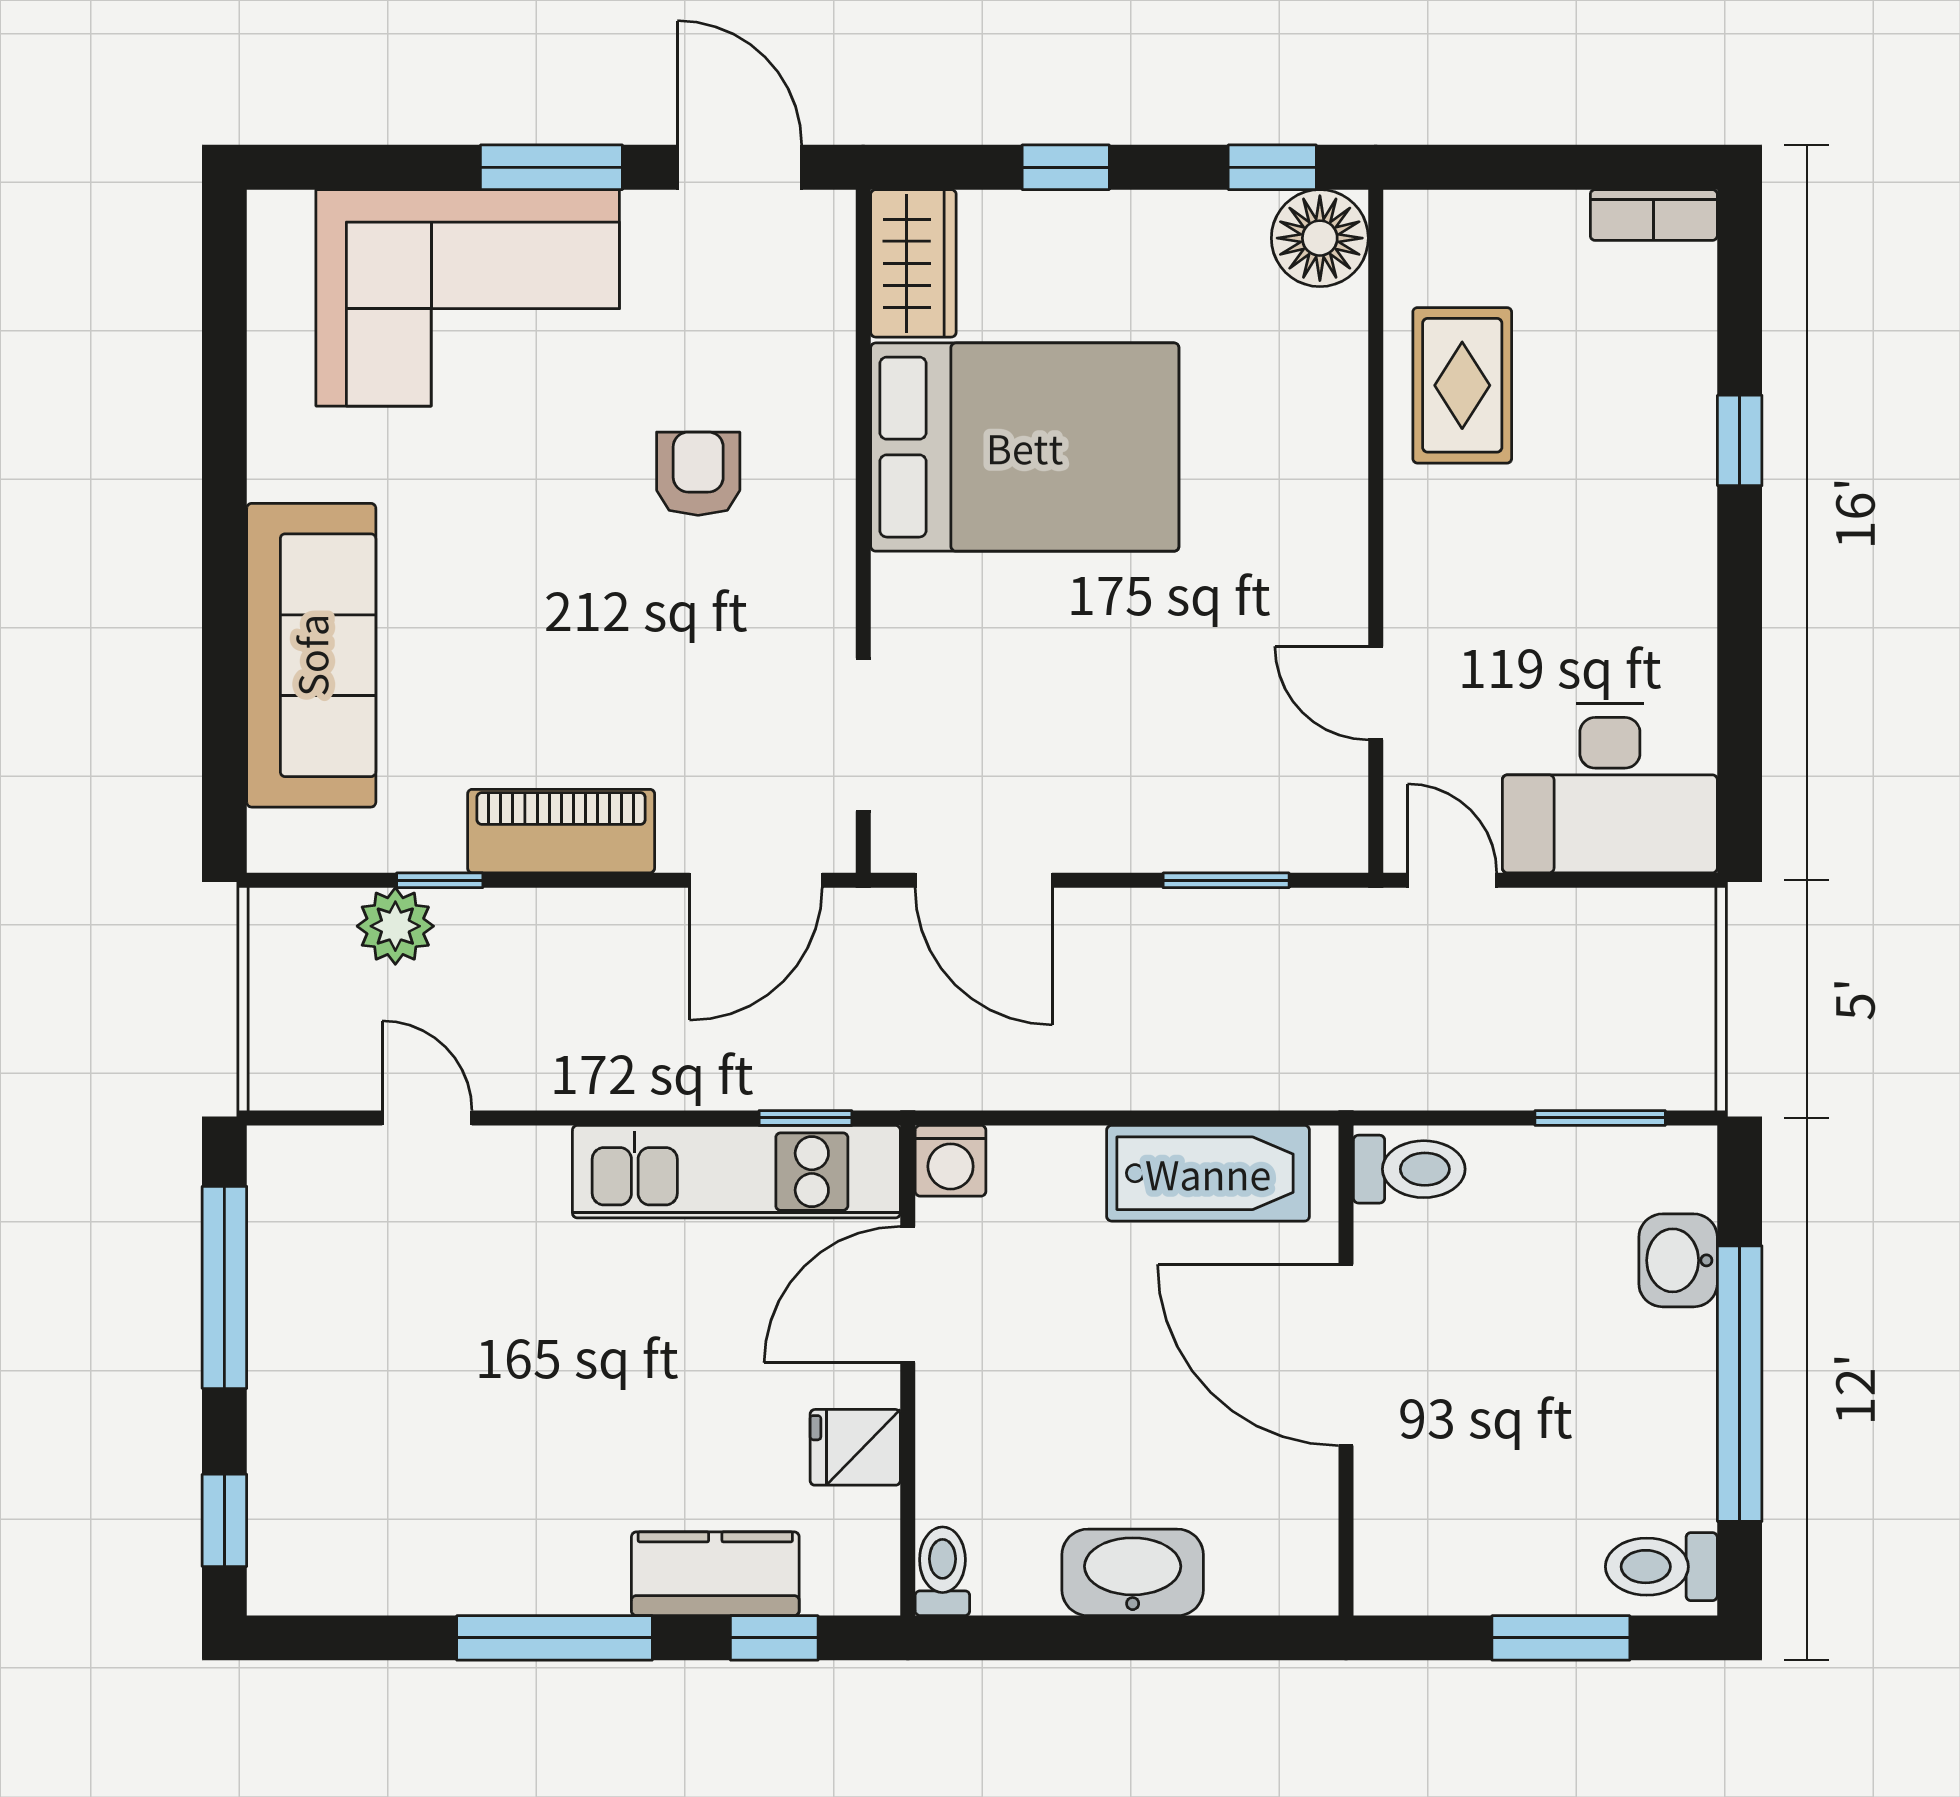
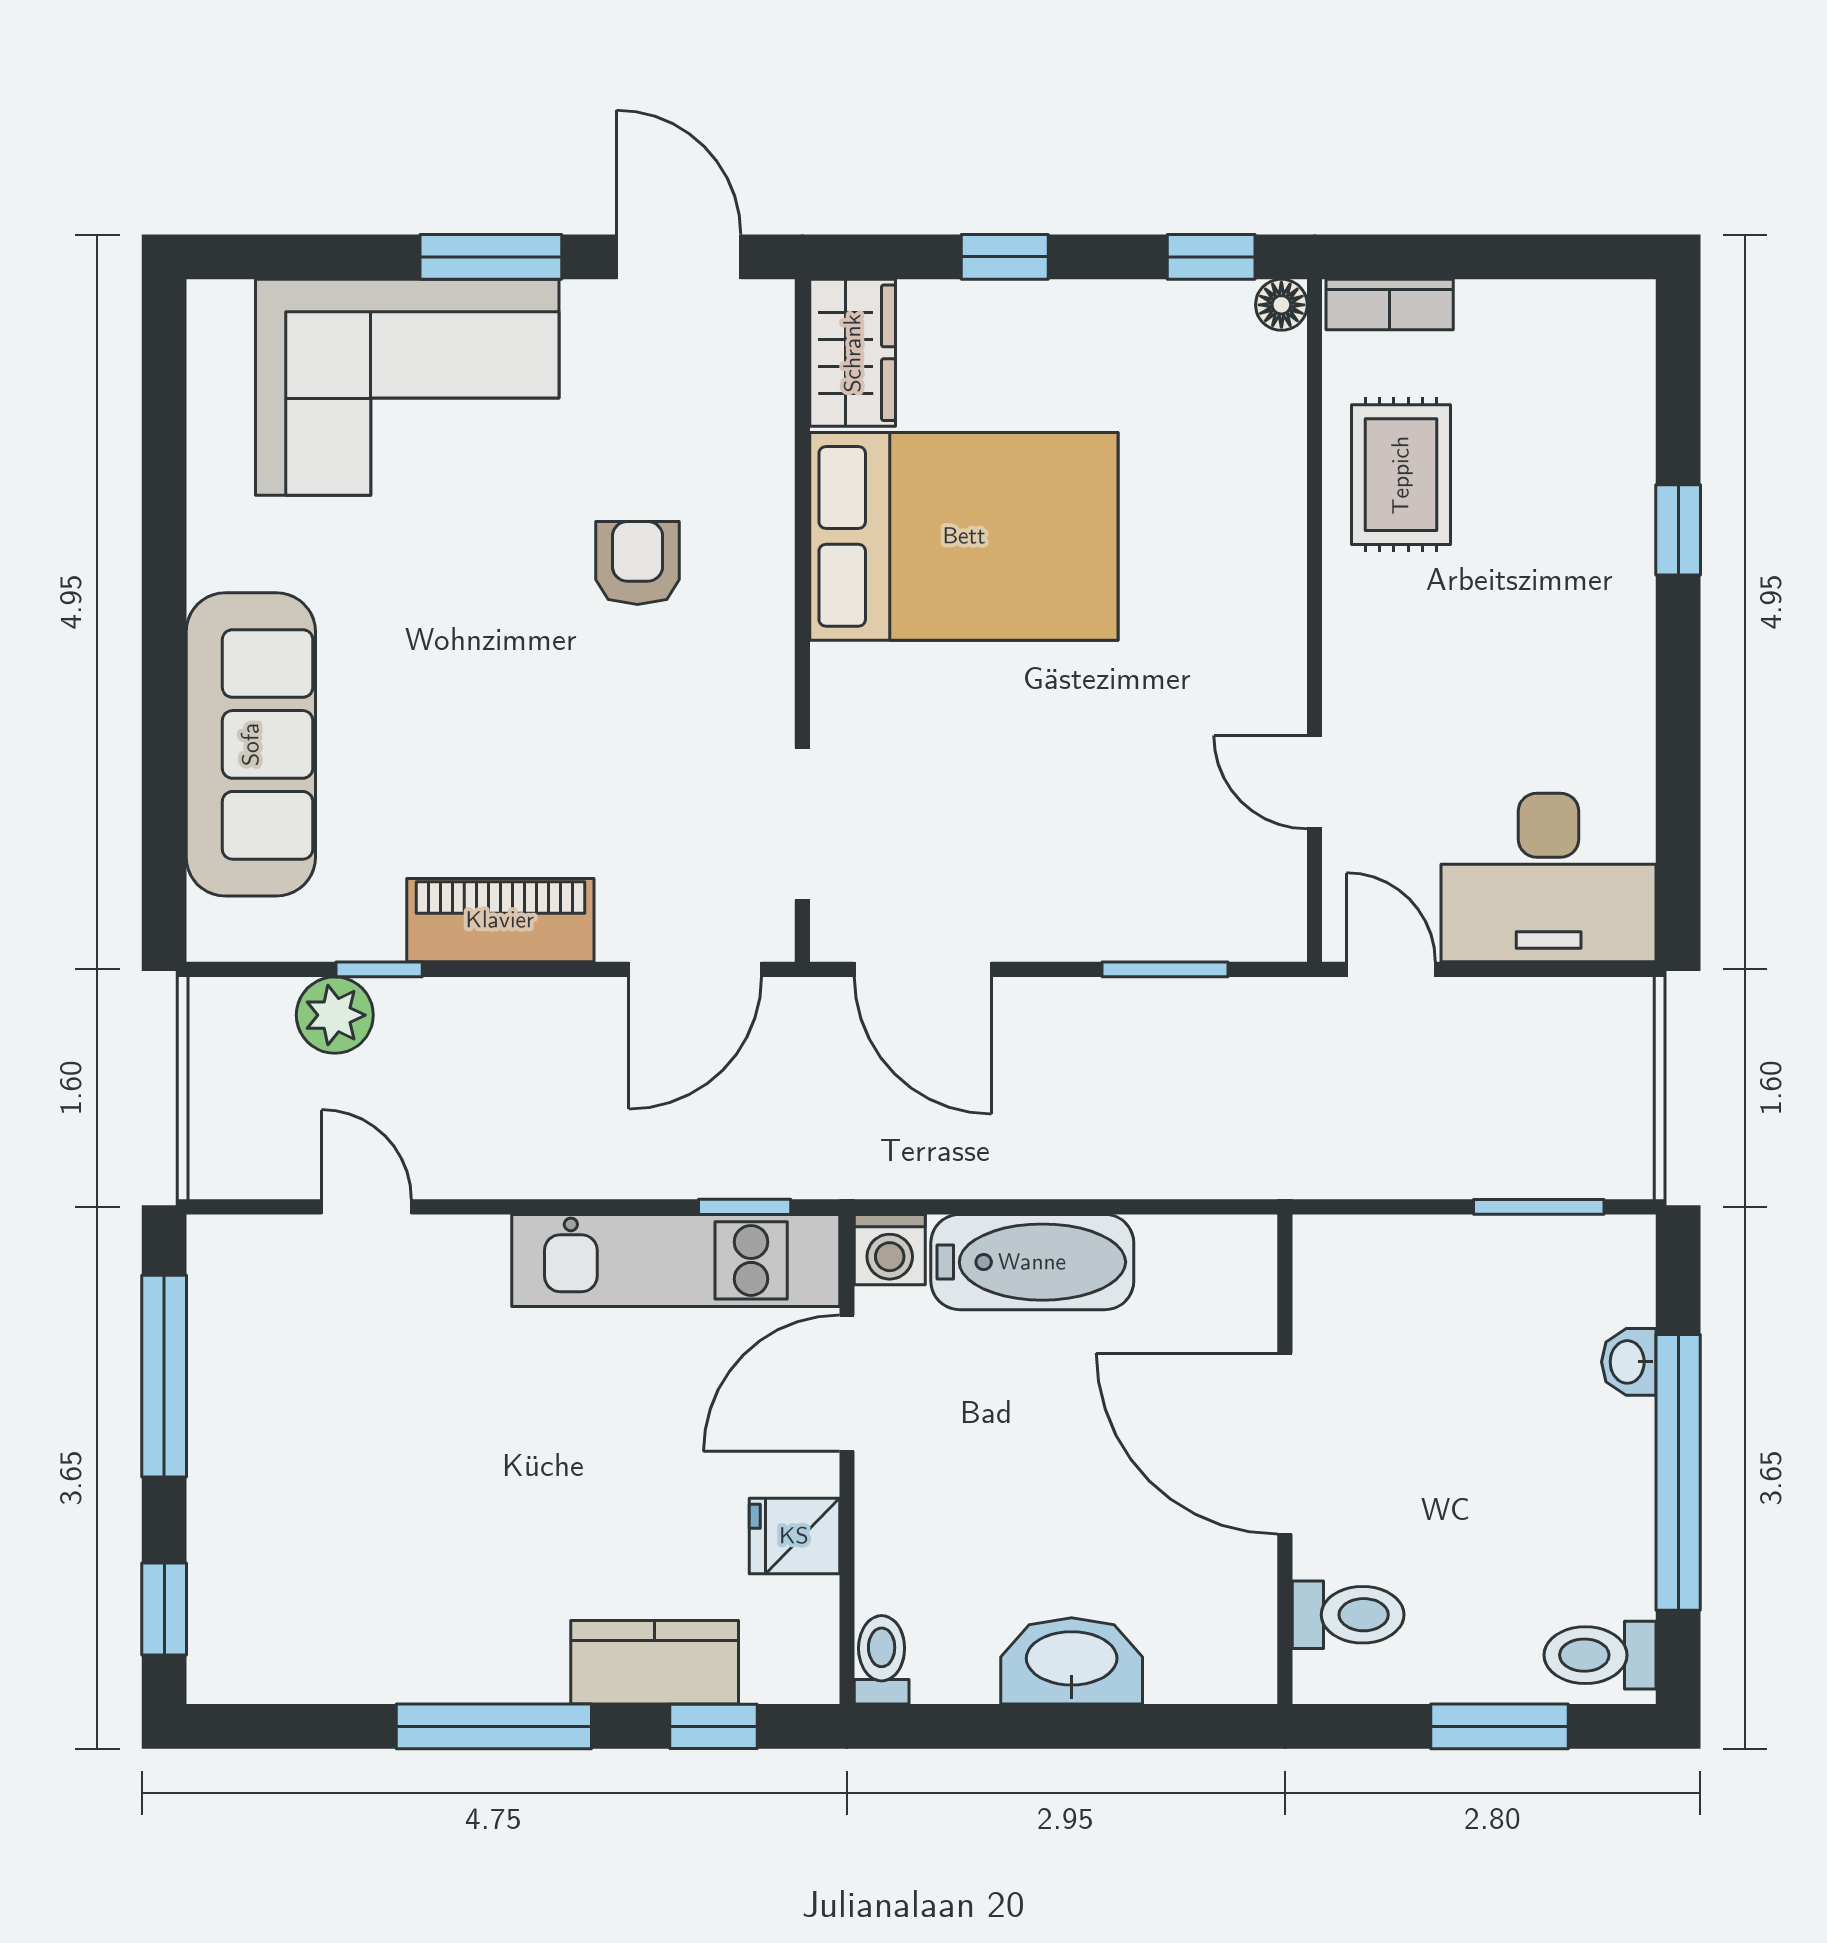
bookcase: (1654, 215) -> (1390, 304), moved
floor lamp: (1320, 238) -> (1281, 305), width x0.53, depth x0.53
toilet: (1409, 1169) -> (1348, 1615), moved
bathtub: (1208, 1173) -> (1032, 1262), moved
washbasin: (1678, 1260) -> (1629, 1362), width x0.72, depth x0.69

